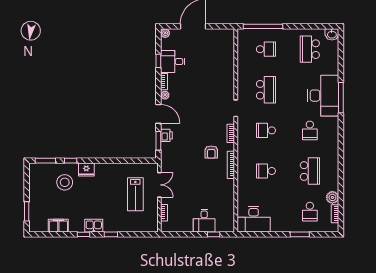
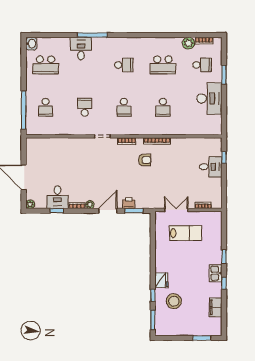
school desk: (266, 49) -> (46, 107), turned 180
school desk: (266, 90) -> (85, 107), width x0.54
desk: (323, 96) -> (81, 49), width x0.53, depth x0.77
school desk: (310, 171) -> (163, 65), turned 180
desk: (254, 219) -> (209, 98), moved

